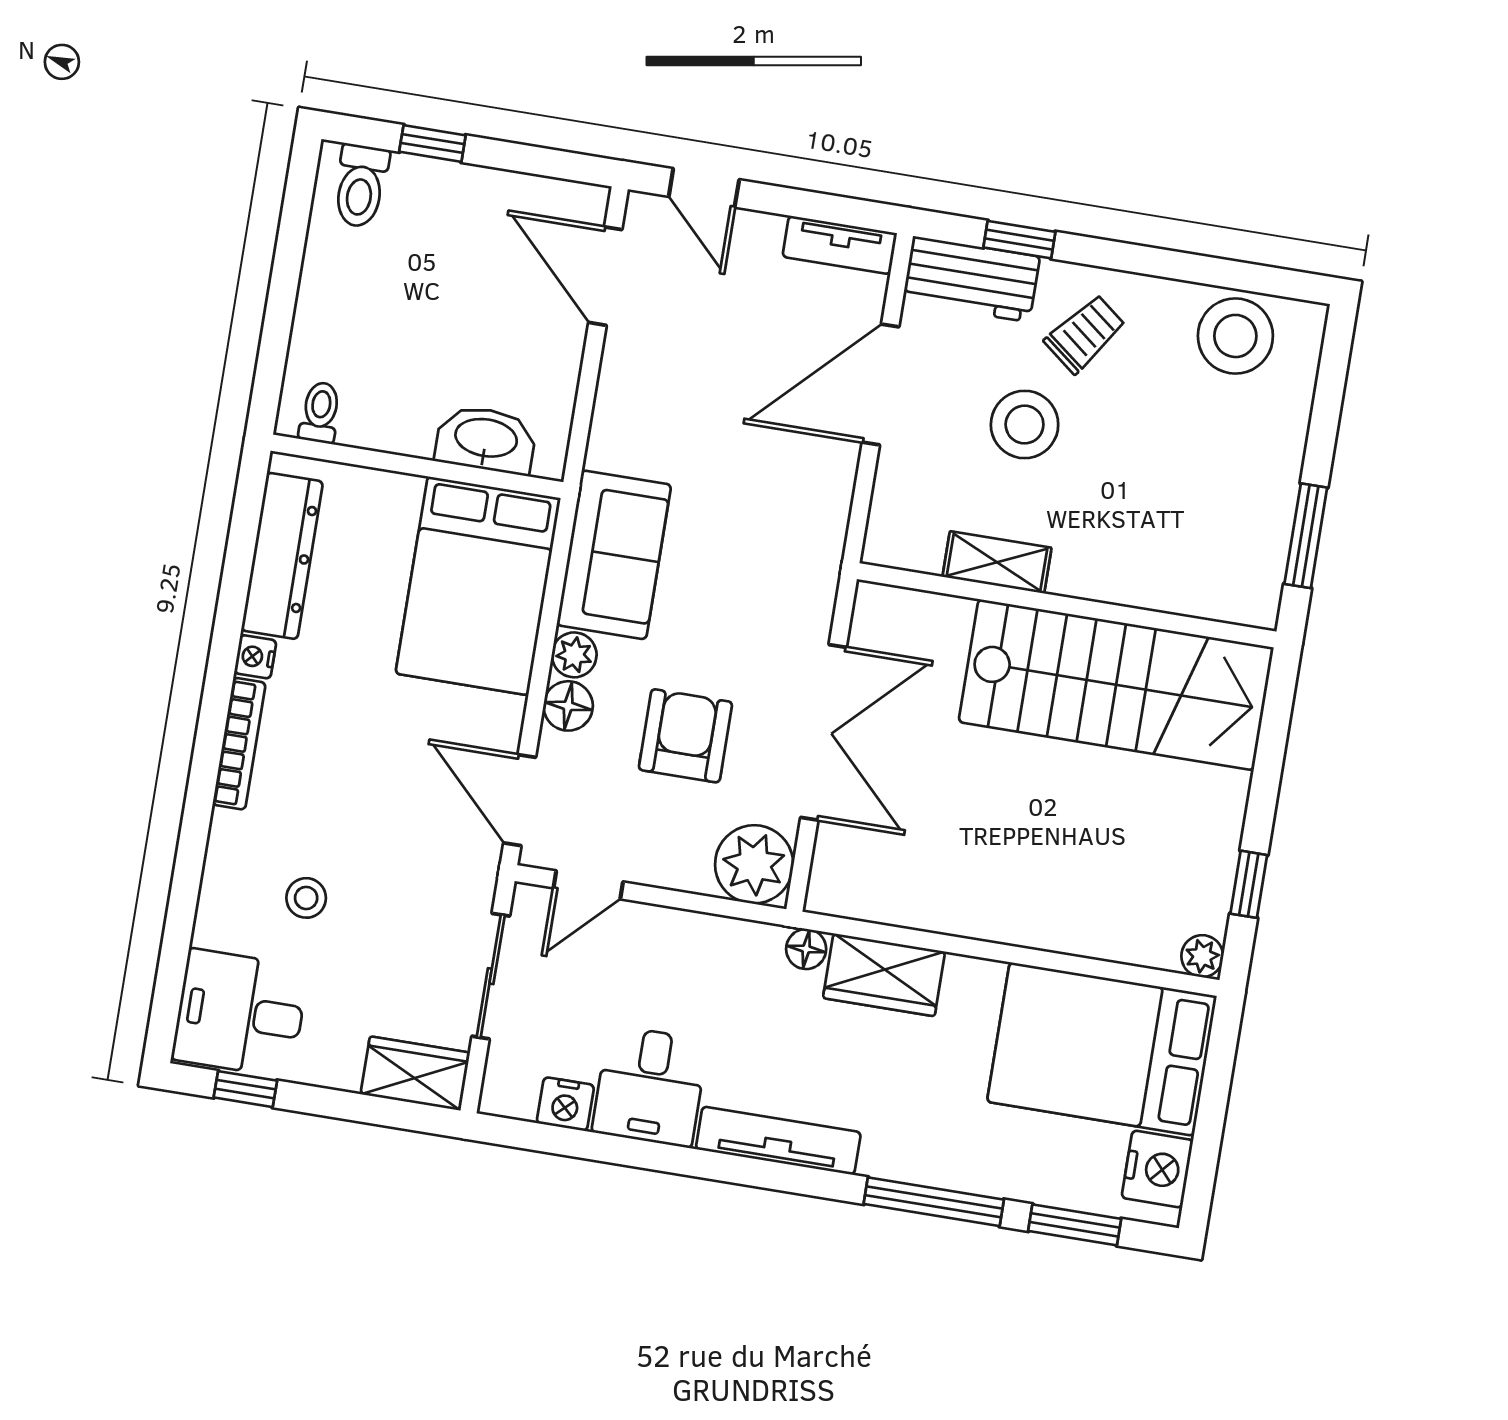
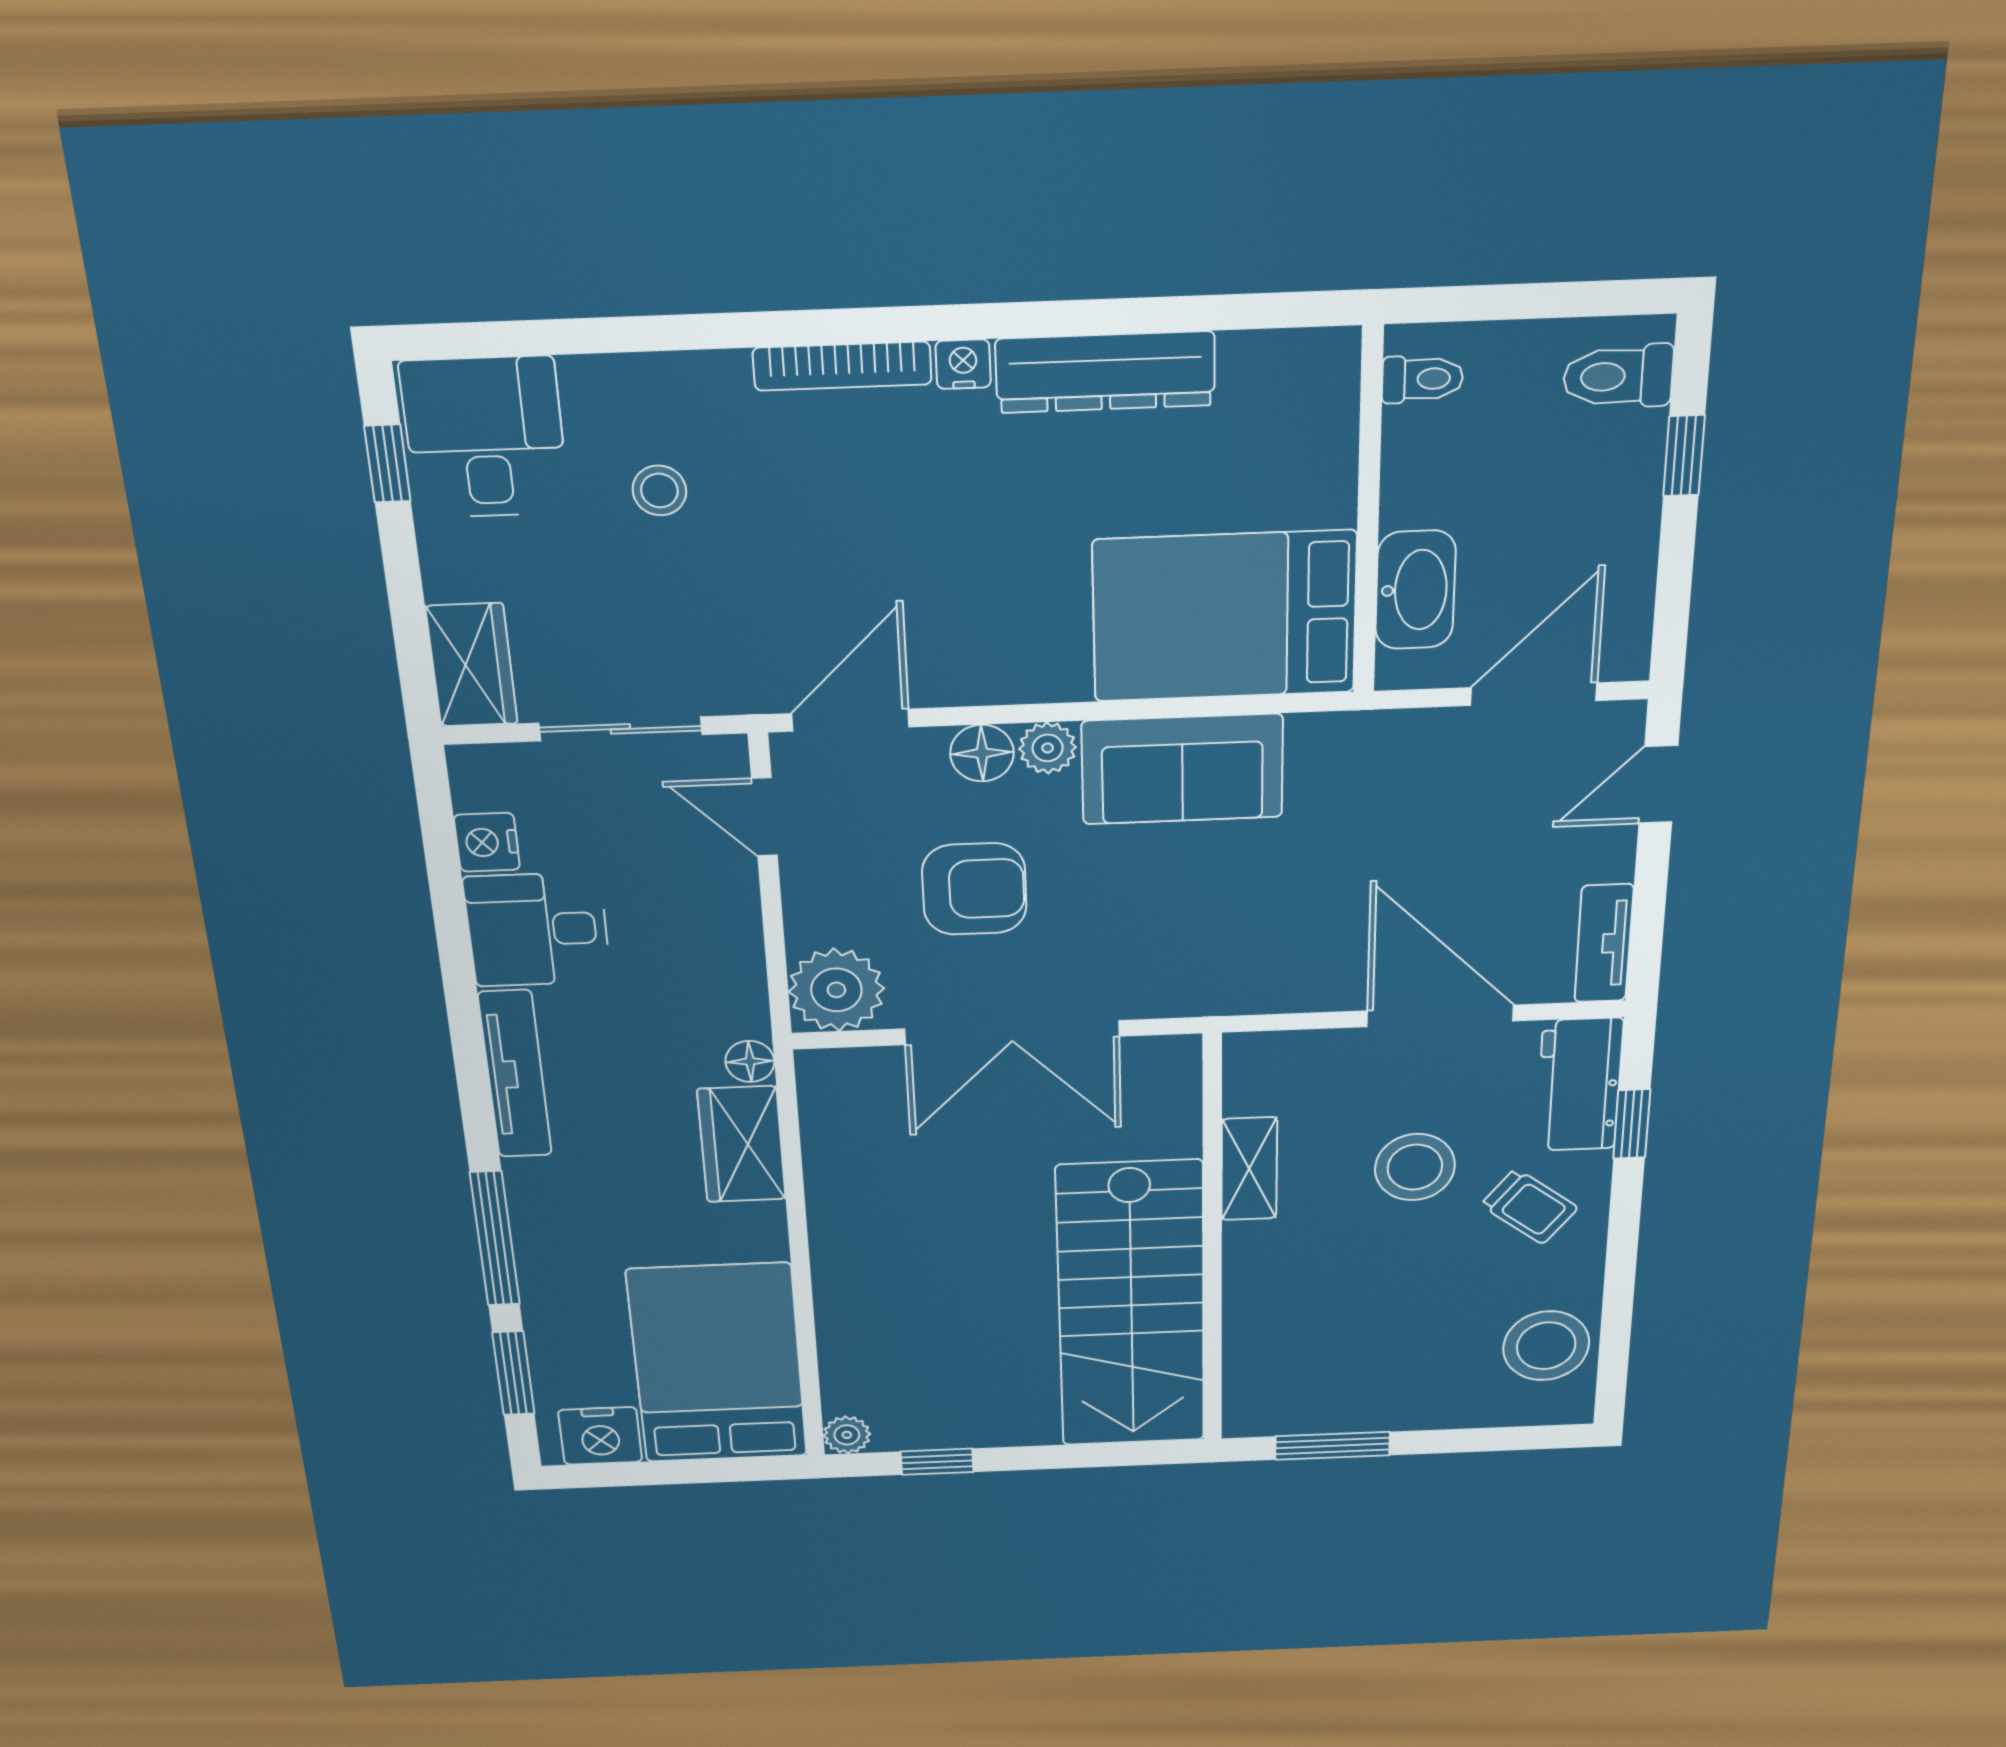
toilet: (320, 412) -> (1423, 379), moved
washbasin: (486, 440) -> (1415, 590), moved
wall: (417, 466) -> (1368, 514), moved
bed: (478, 586) -> (1225, 616), moved

